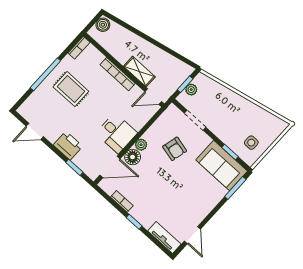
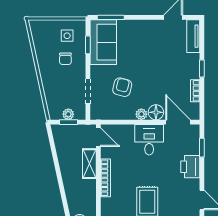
chair: (235, 125) -> (65, 59), added

